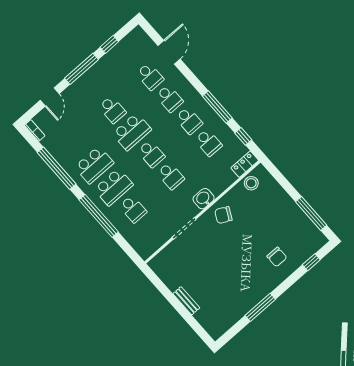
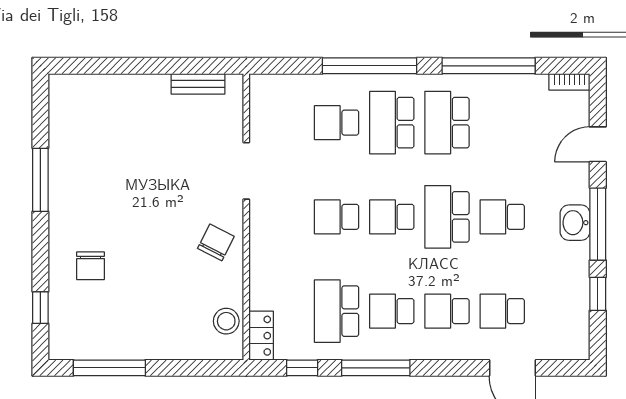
door: (50, 97) -> (598, 144), hinge flipped
school desk: (208, 143) -> (337, 311), width x1.85
washbasin: (204, 199) -> (575, 223), moved, turned 180
chair: (277, 257) -> (91, 266), turned -90
bench: (186, 301) -> (198, 84), moved

